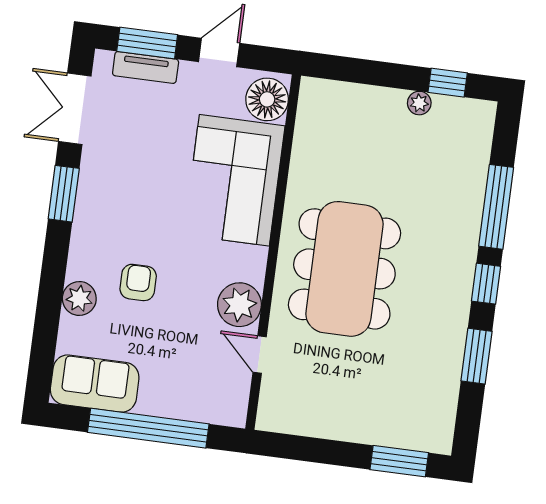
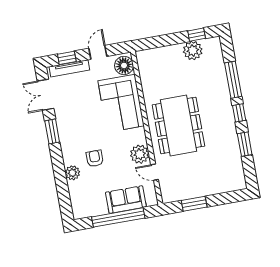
window: (147, 43) -> (67, 58), width x0.67
tv unit: (146, 67) -> (69, 68), width x1.41
plant: (419, 103) -> (193, 50), width x1.87, depth x1.87
sofa: (95, 384) -> (126, 200), moved
window: (399, 461) -> (194, 204), moved

